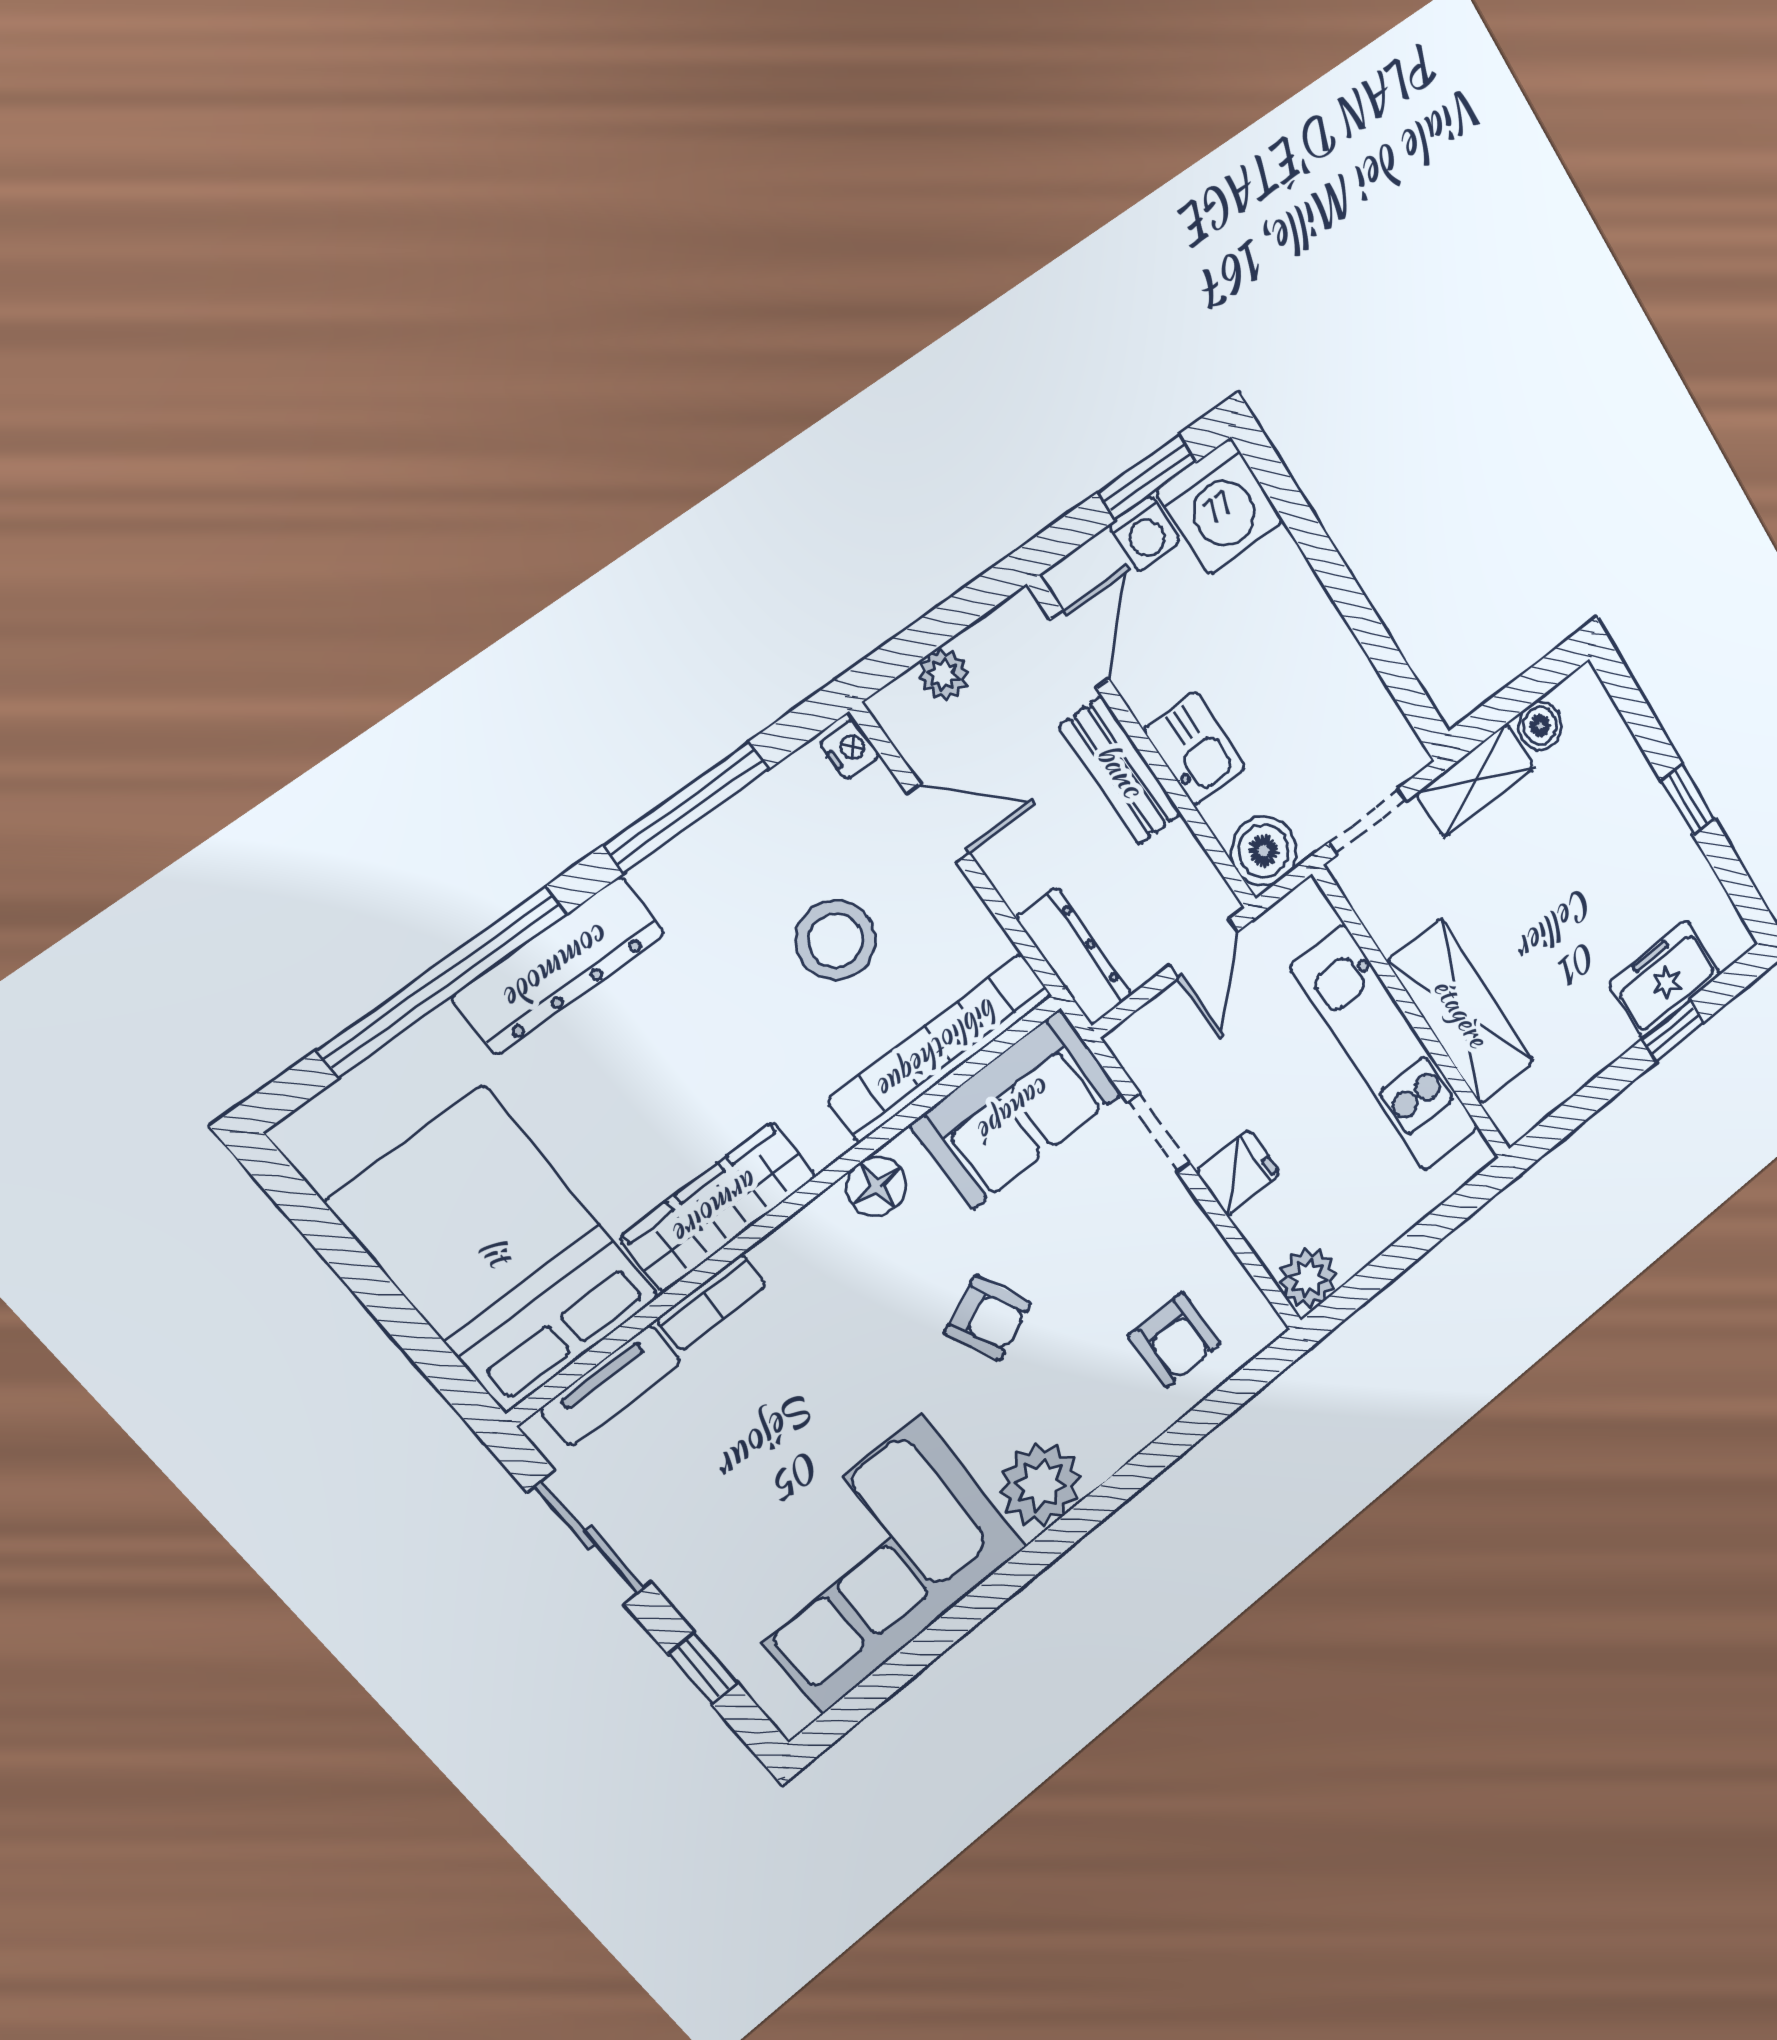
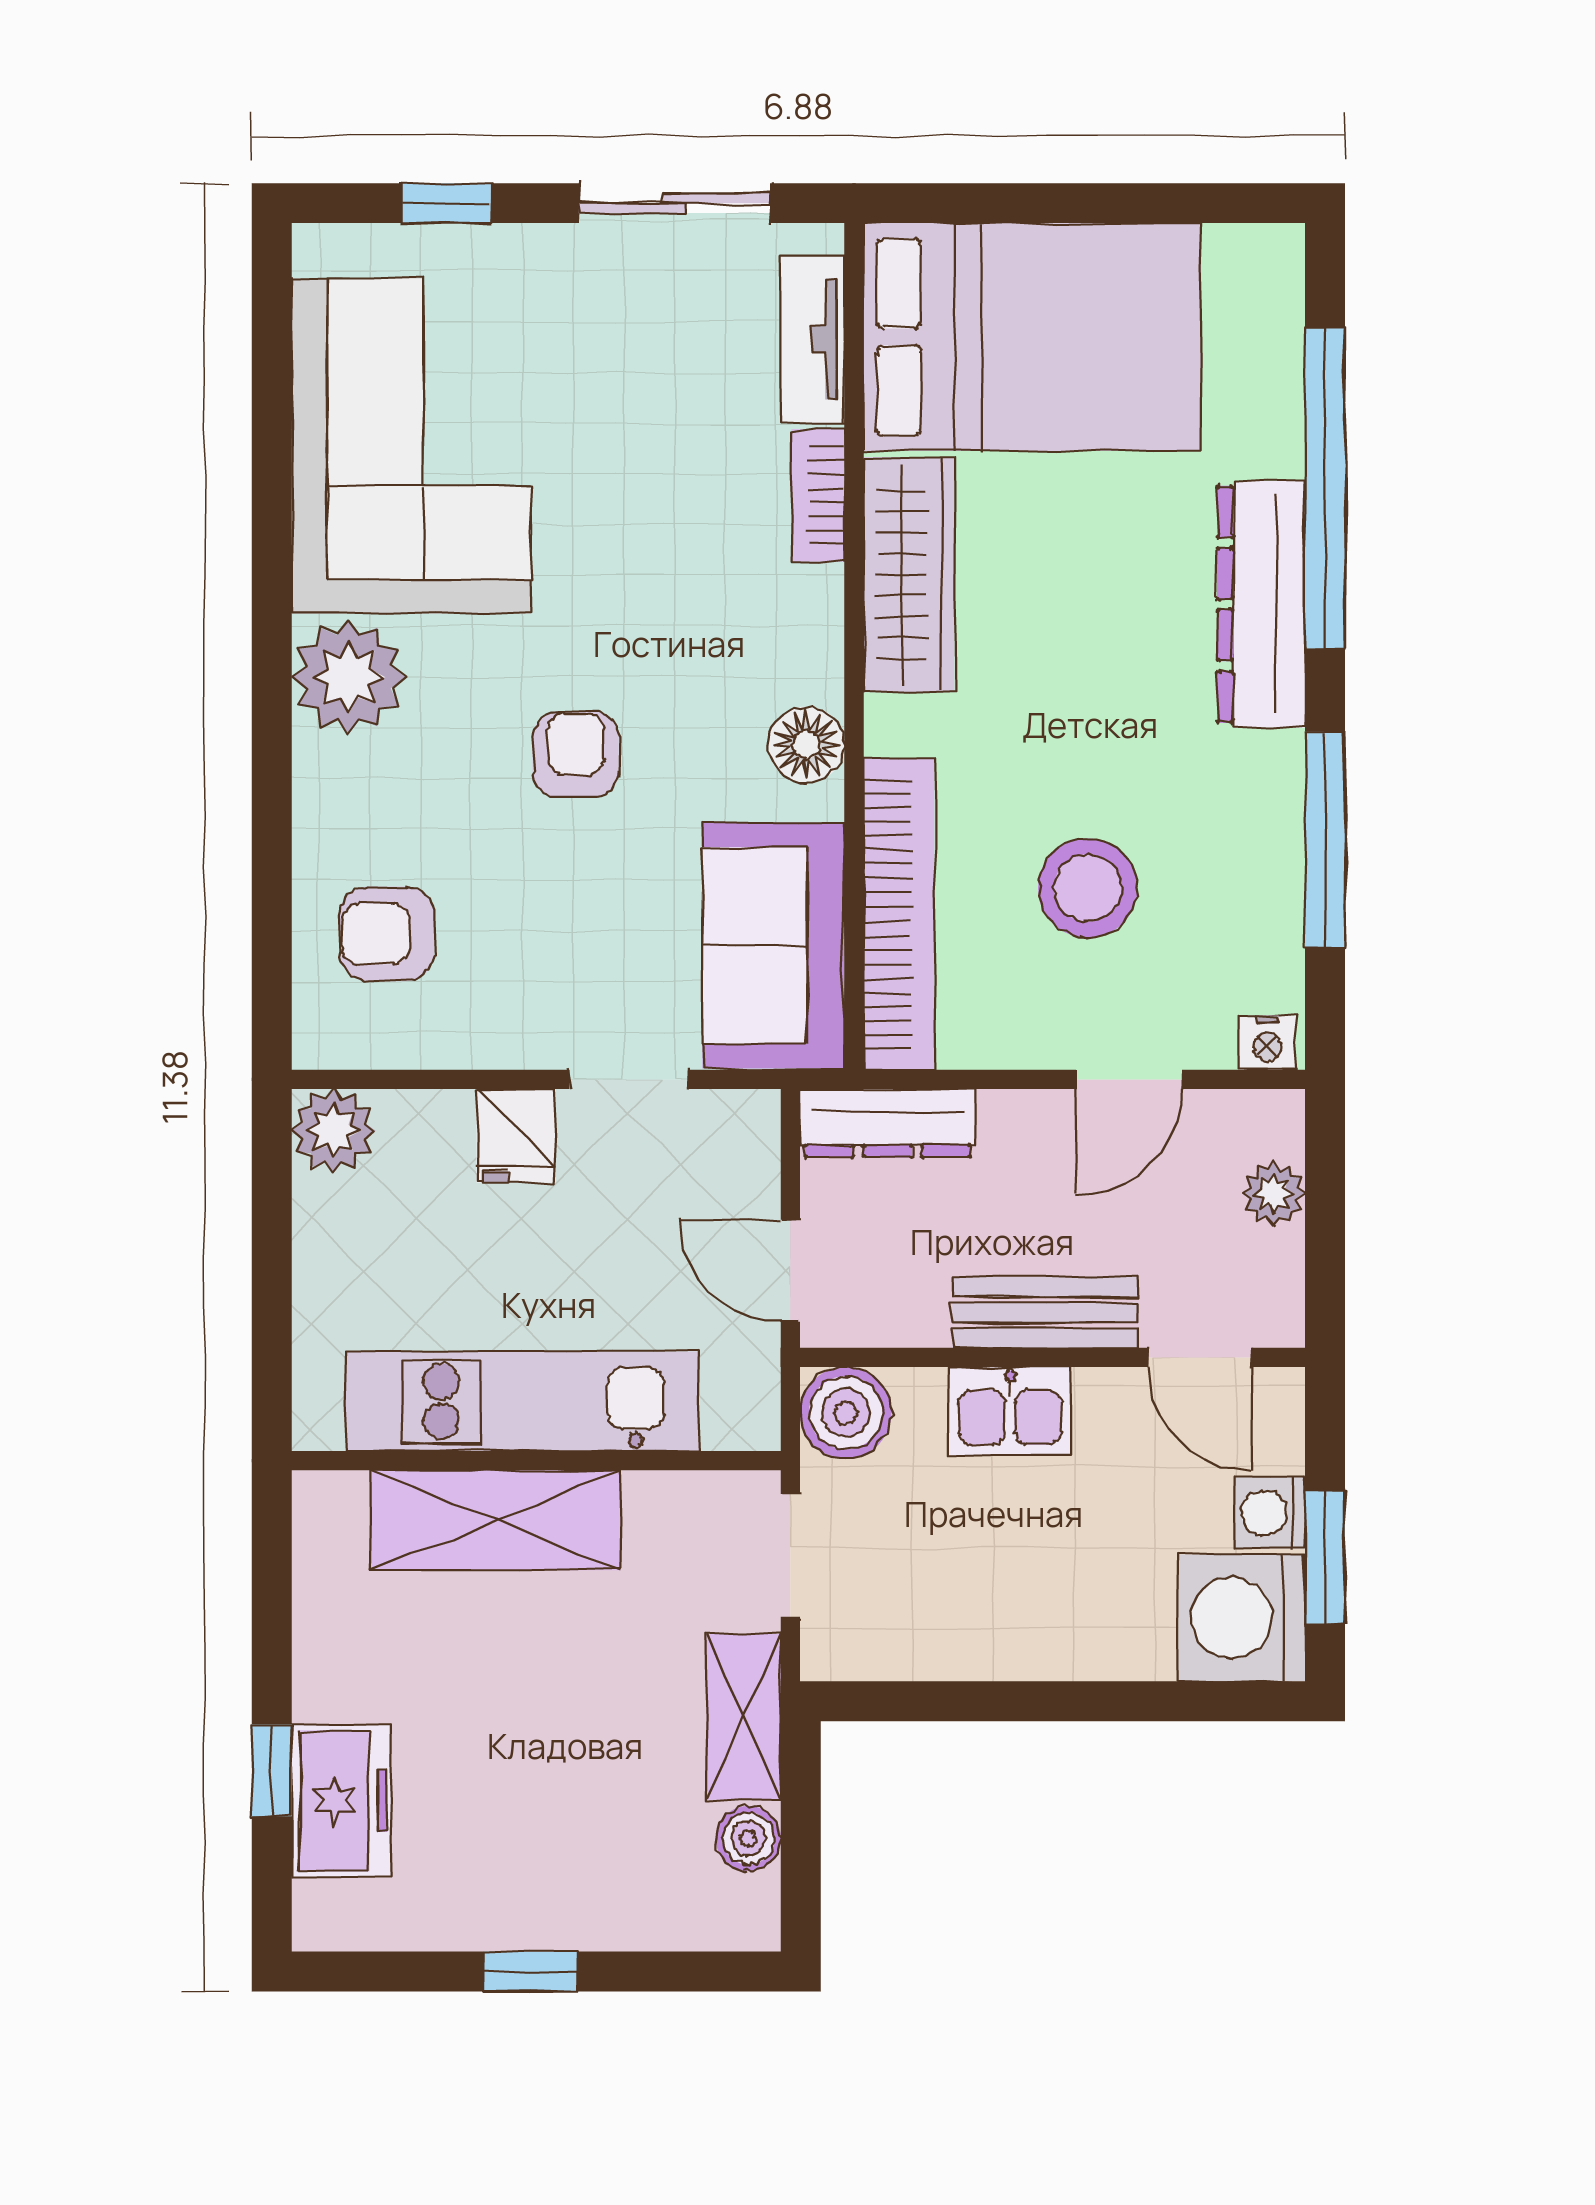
armchair: (988, 1318) -> (576, 754), turned 115

